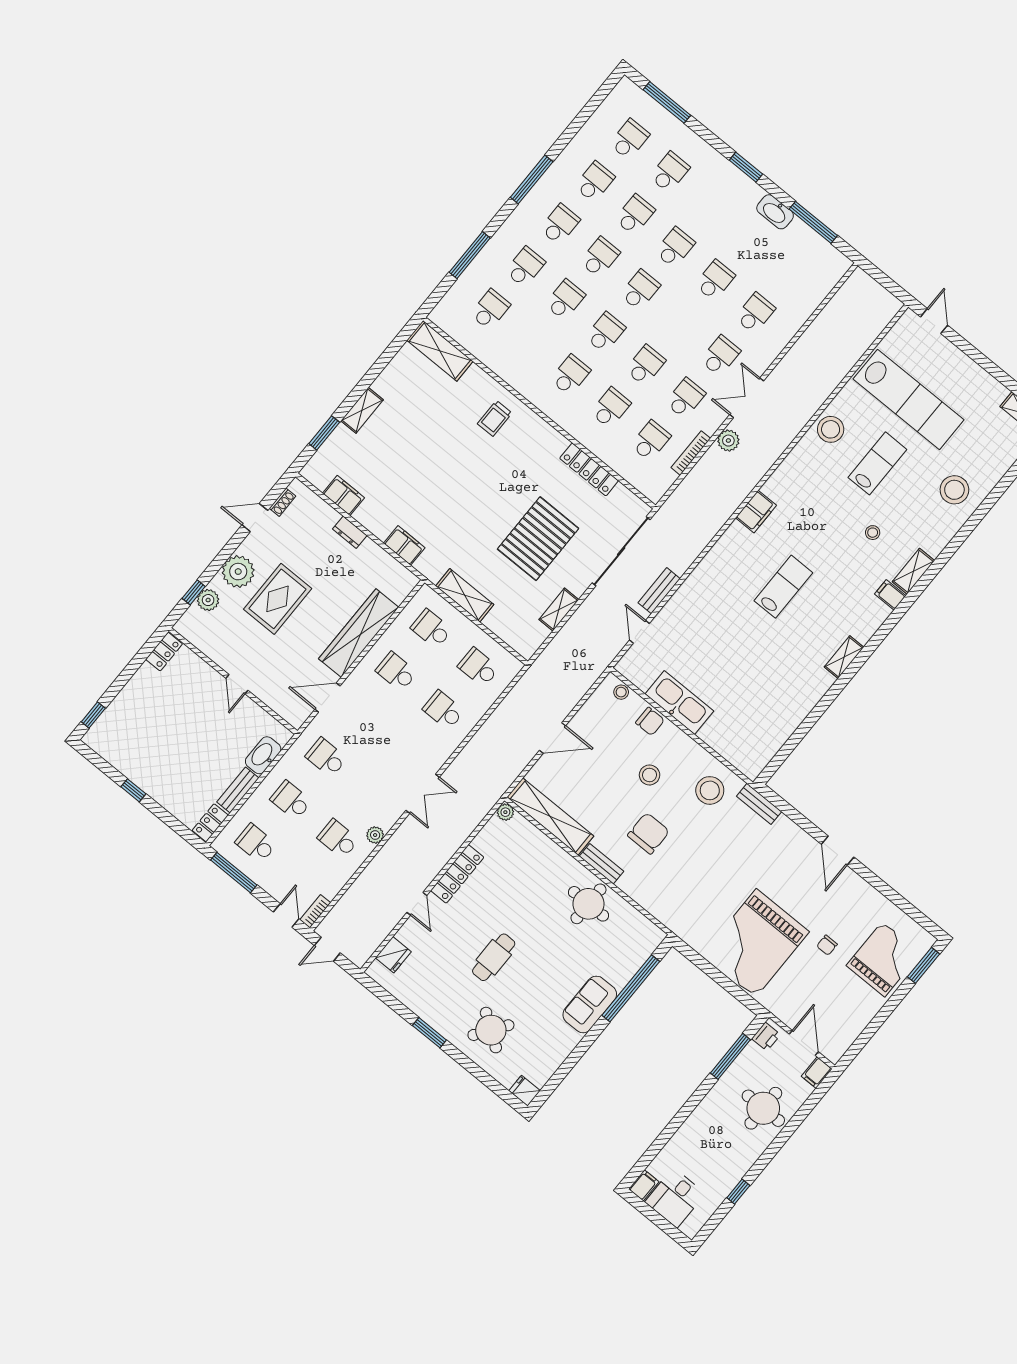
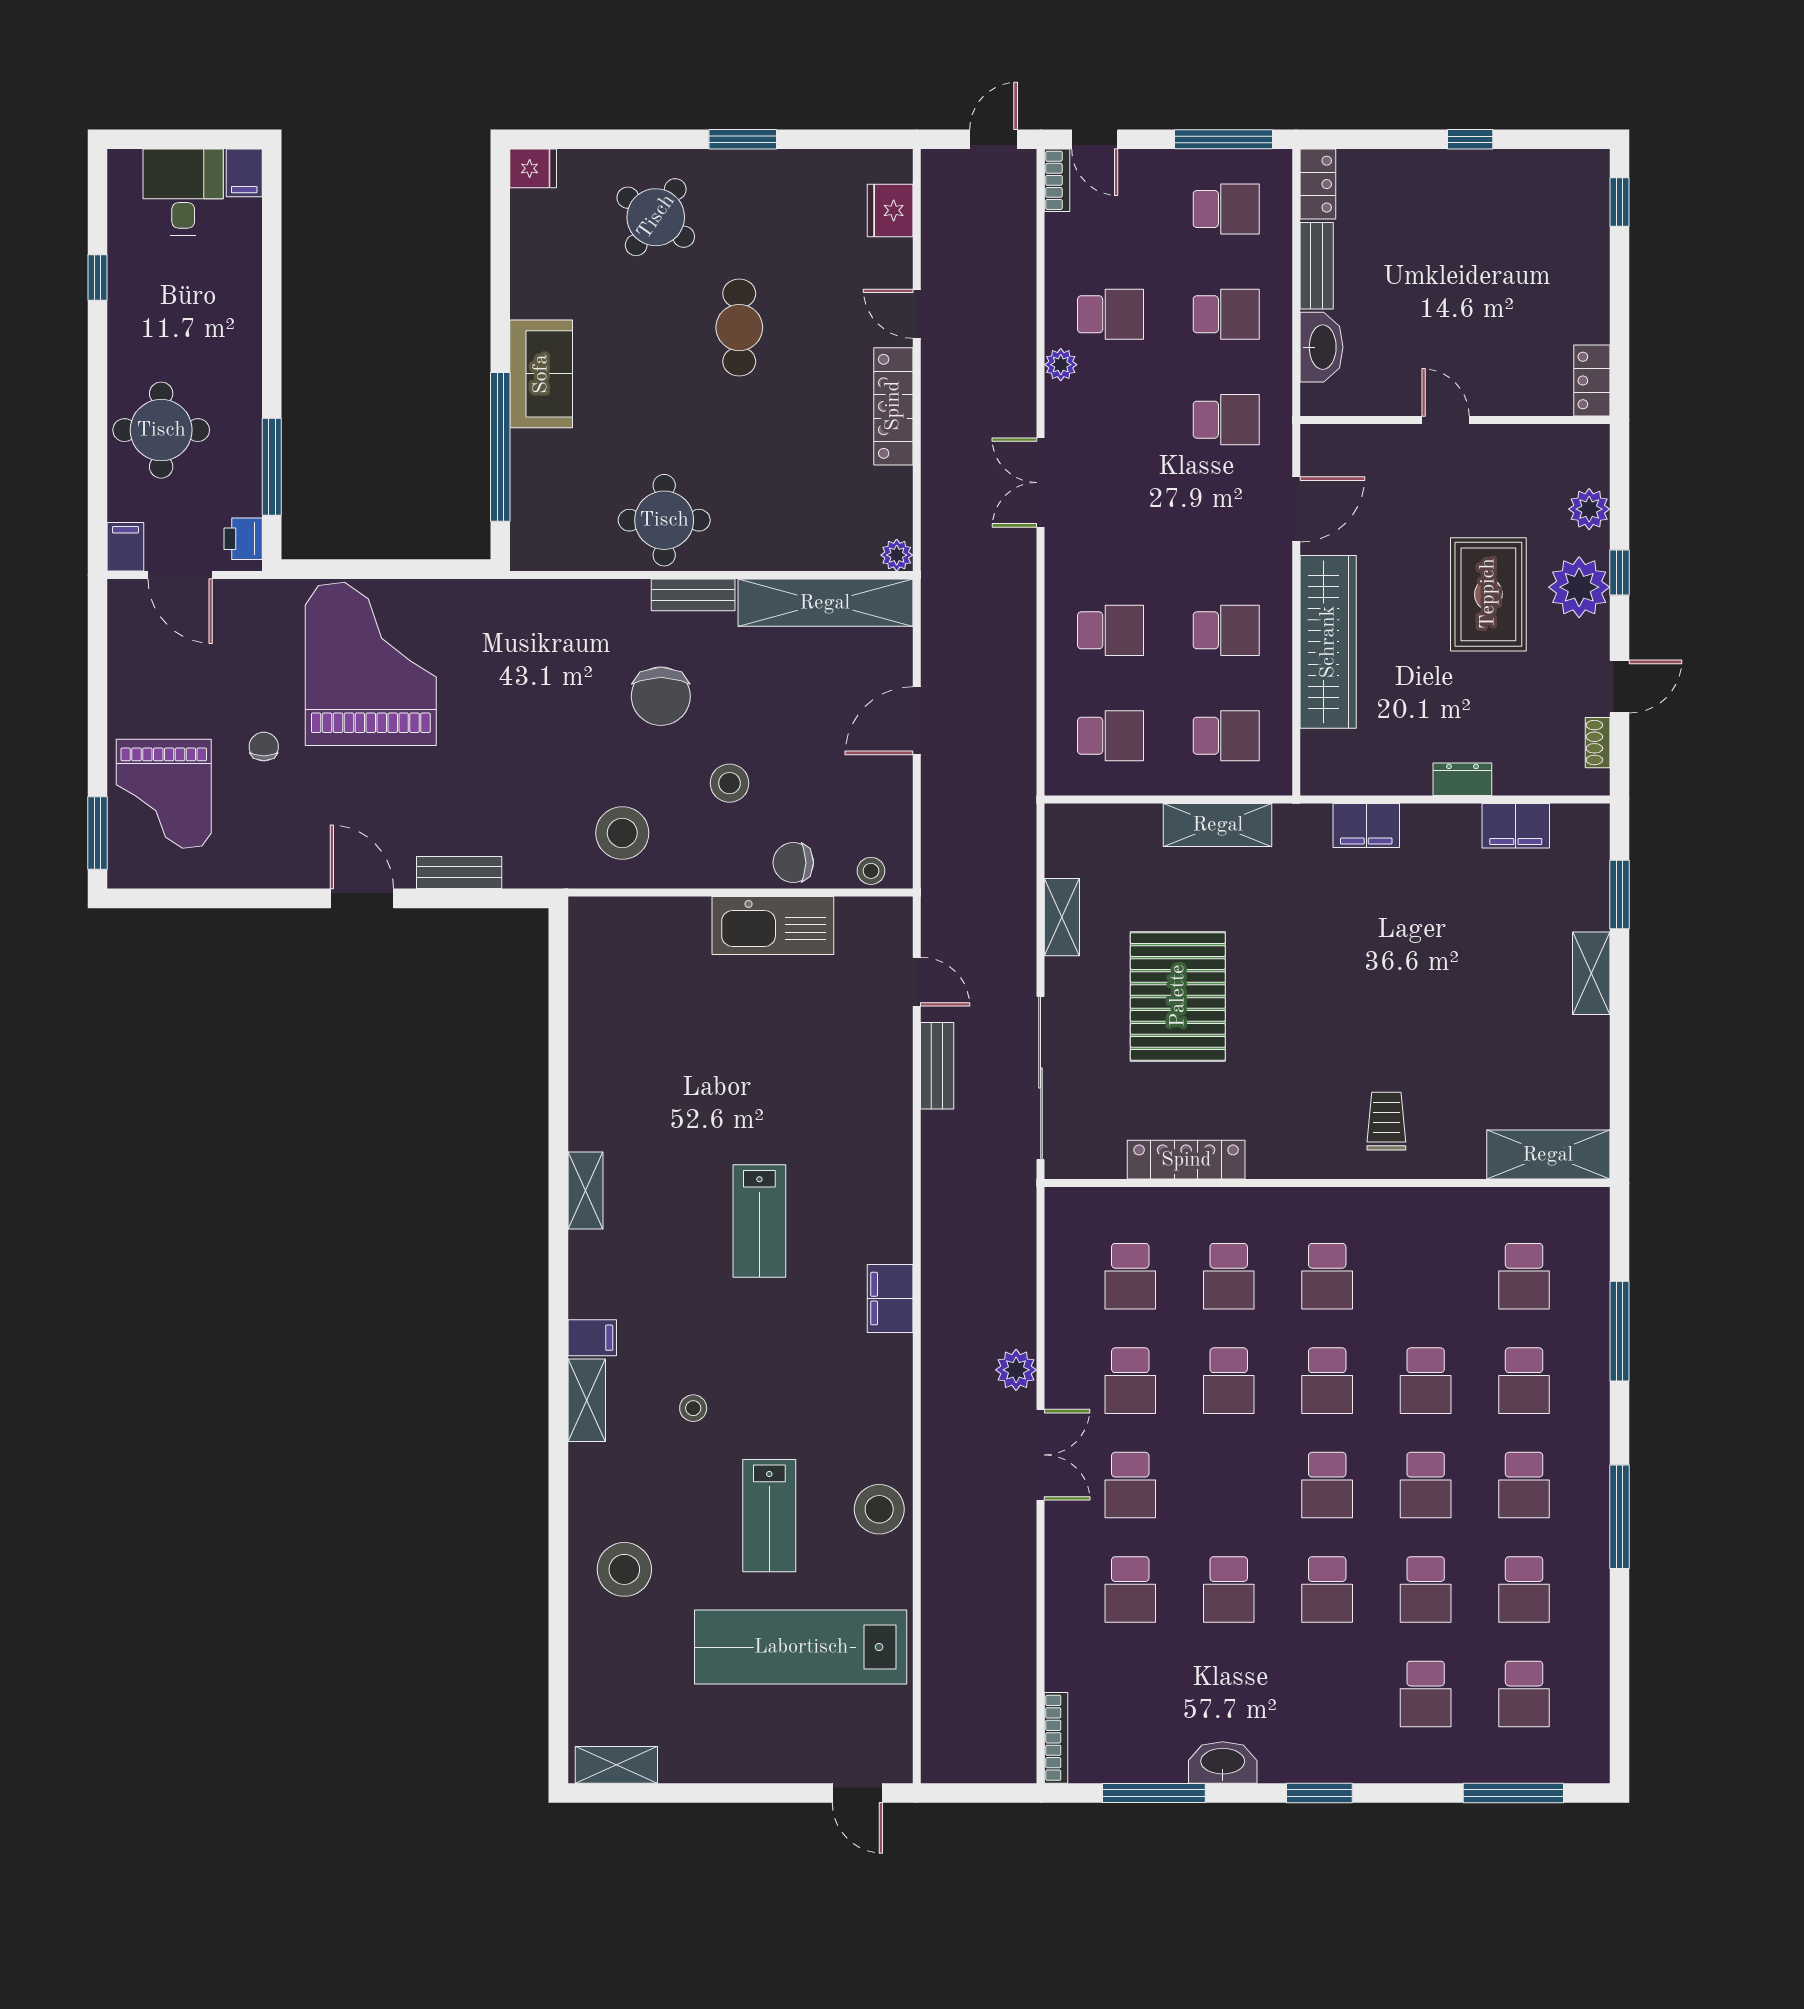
bookcase: (691, 453) -> (1056, 1738), moved
window: (194, 592) -> (1620, 573), moved
bench: (759, 804) -> (459, 872), moved

